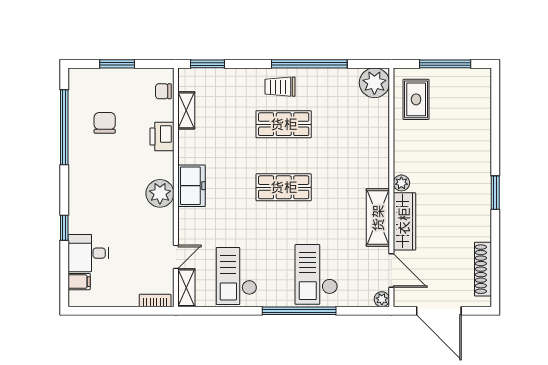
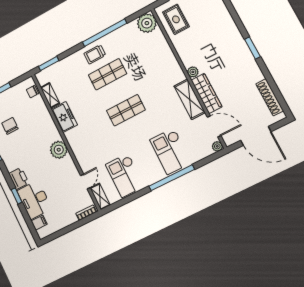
printer: (162, 137) -> (19, 178), moved, turned 180
freezer: (191, 186) -> (64, 117), moved
desk: (88, 253) -> (34, 200), width x1.37

